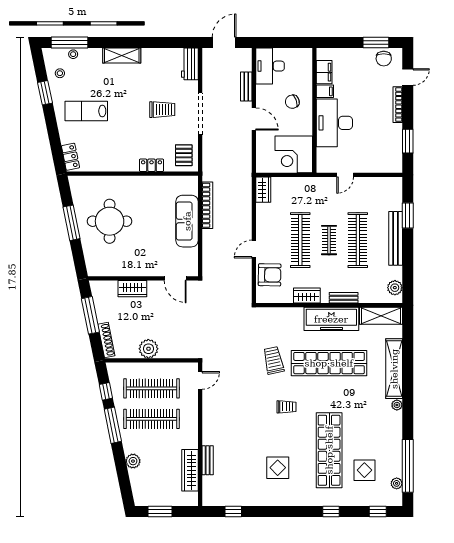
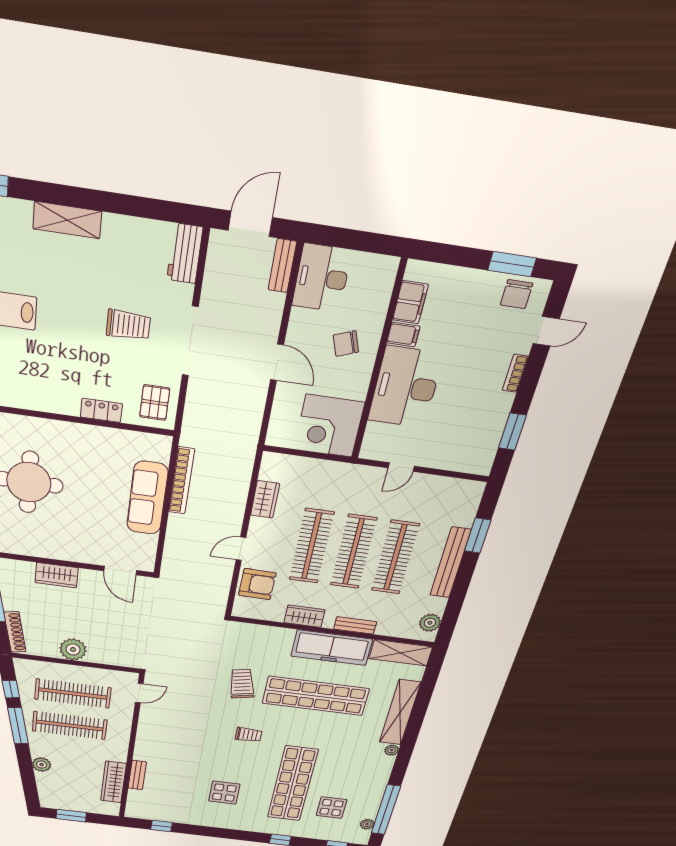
bench: (246, 86) -> (282, 266), moved
bookcase: (398, 105) -> (515, 373), width x0.64
wardrobe: (263, 190) -> (265, 499), moved
clothes rail: (329, 240) -> (353, 552), width x1.86, depth x1.31

